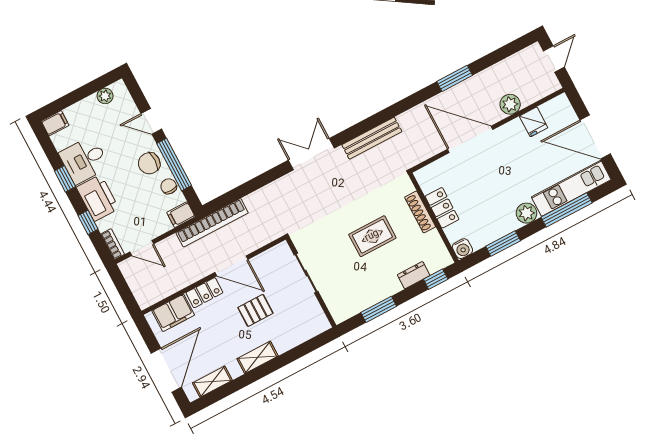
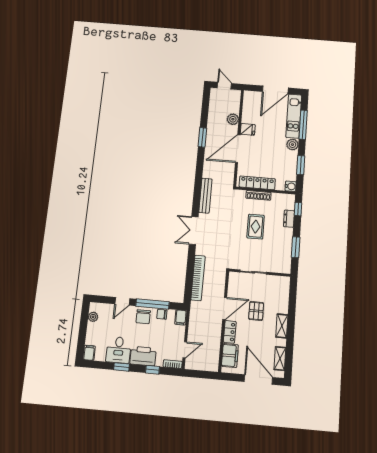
fridge: (534, 122) -> (248, 129), moved
locker: (442, 208) -> (257, 183), width x1.53
bookcase: (212, 223) -> (198, 278), moved

